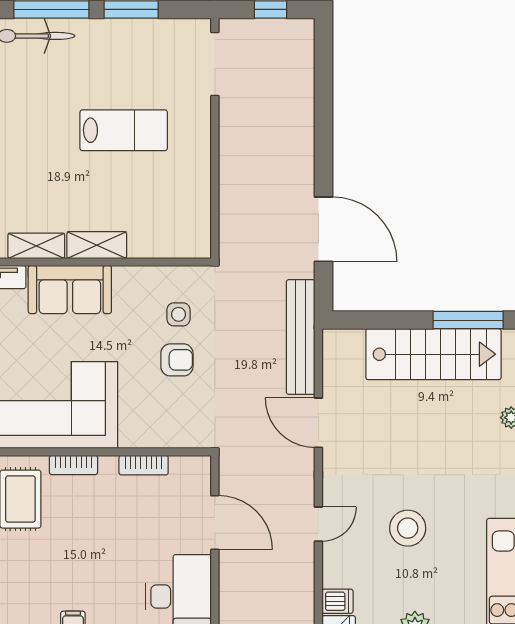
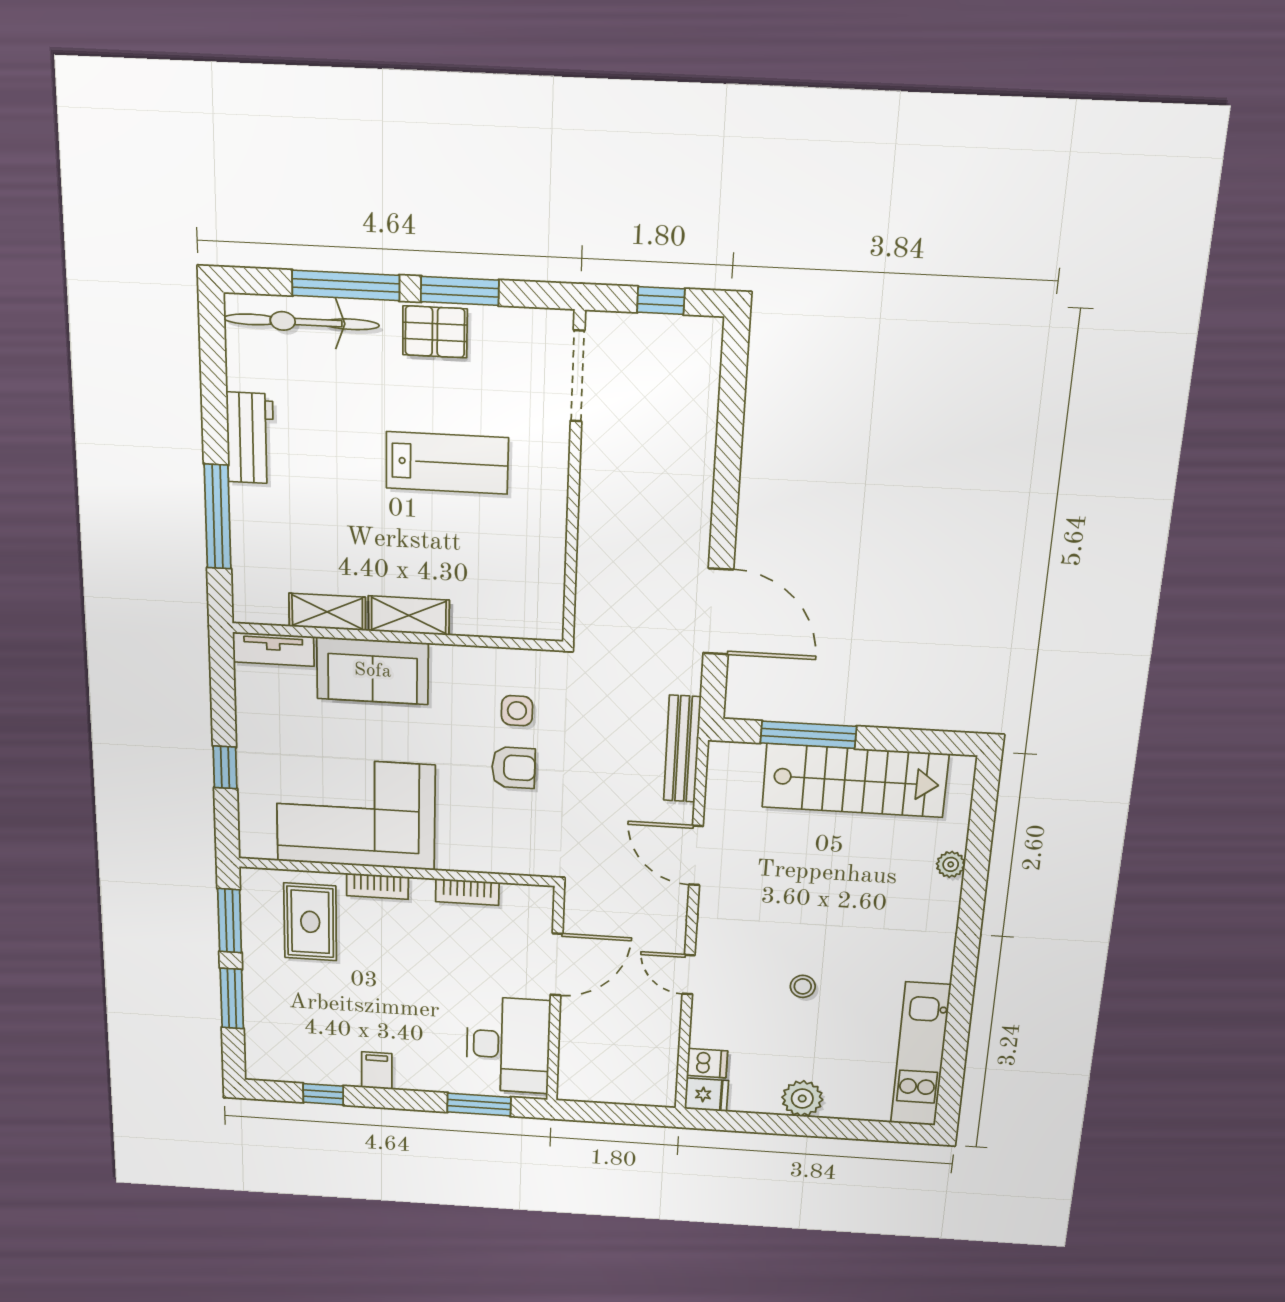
pallet: (114, 38) -> (435, 332), added
window: (468, 320) -> (808, 735), moved
bench: (301, 337) -> (682, 749), width x0.73, depth x0.82
door: (215, 523) -> (557, 964), hinge flipped
door: (318, 524) -> (689, 975), swing flipped
stool: (408, 528) -> (803, 986), width x0.53, depth x0.53

